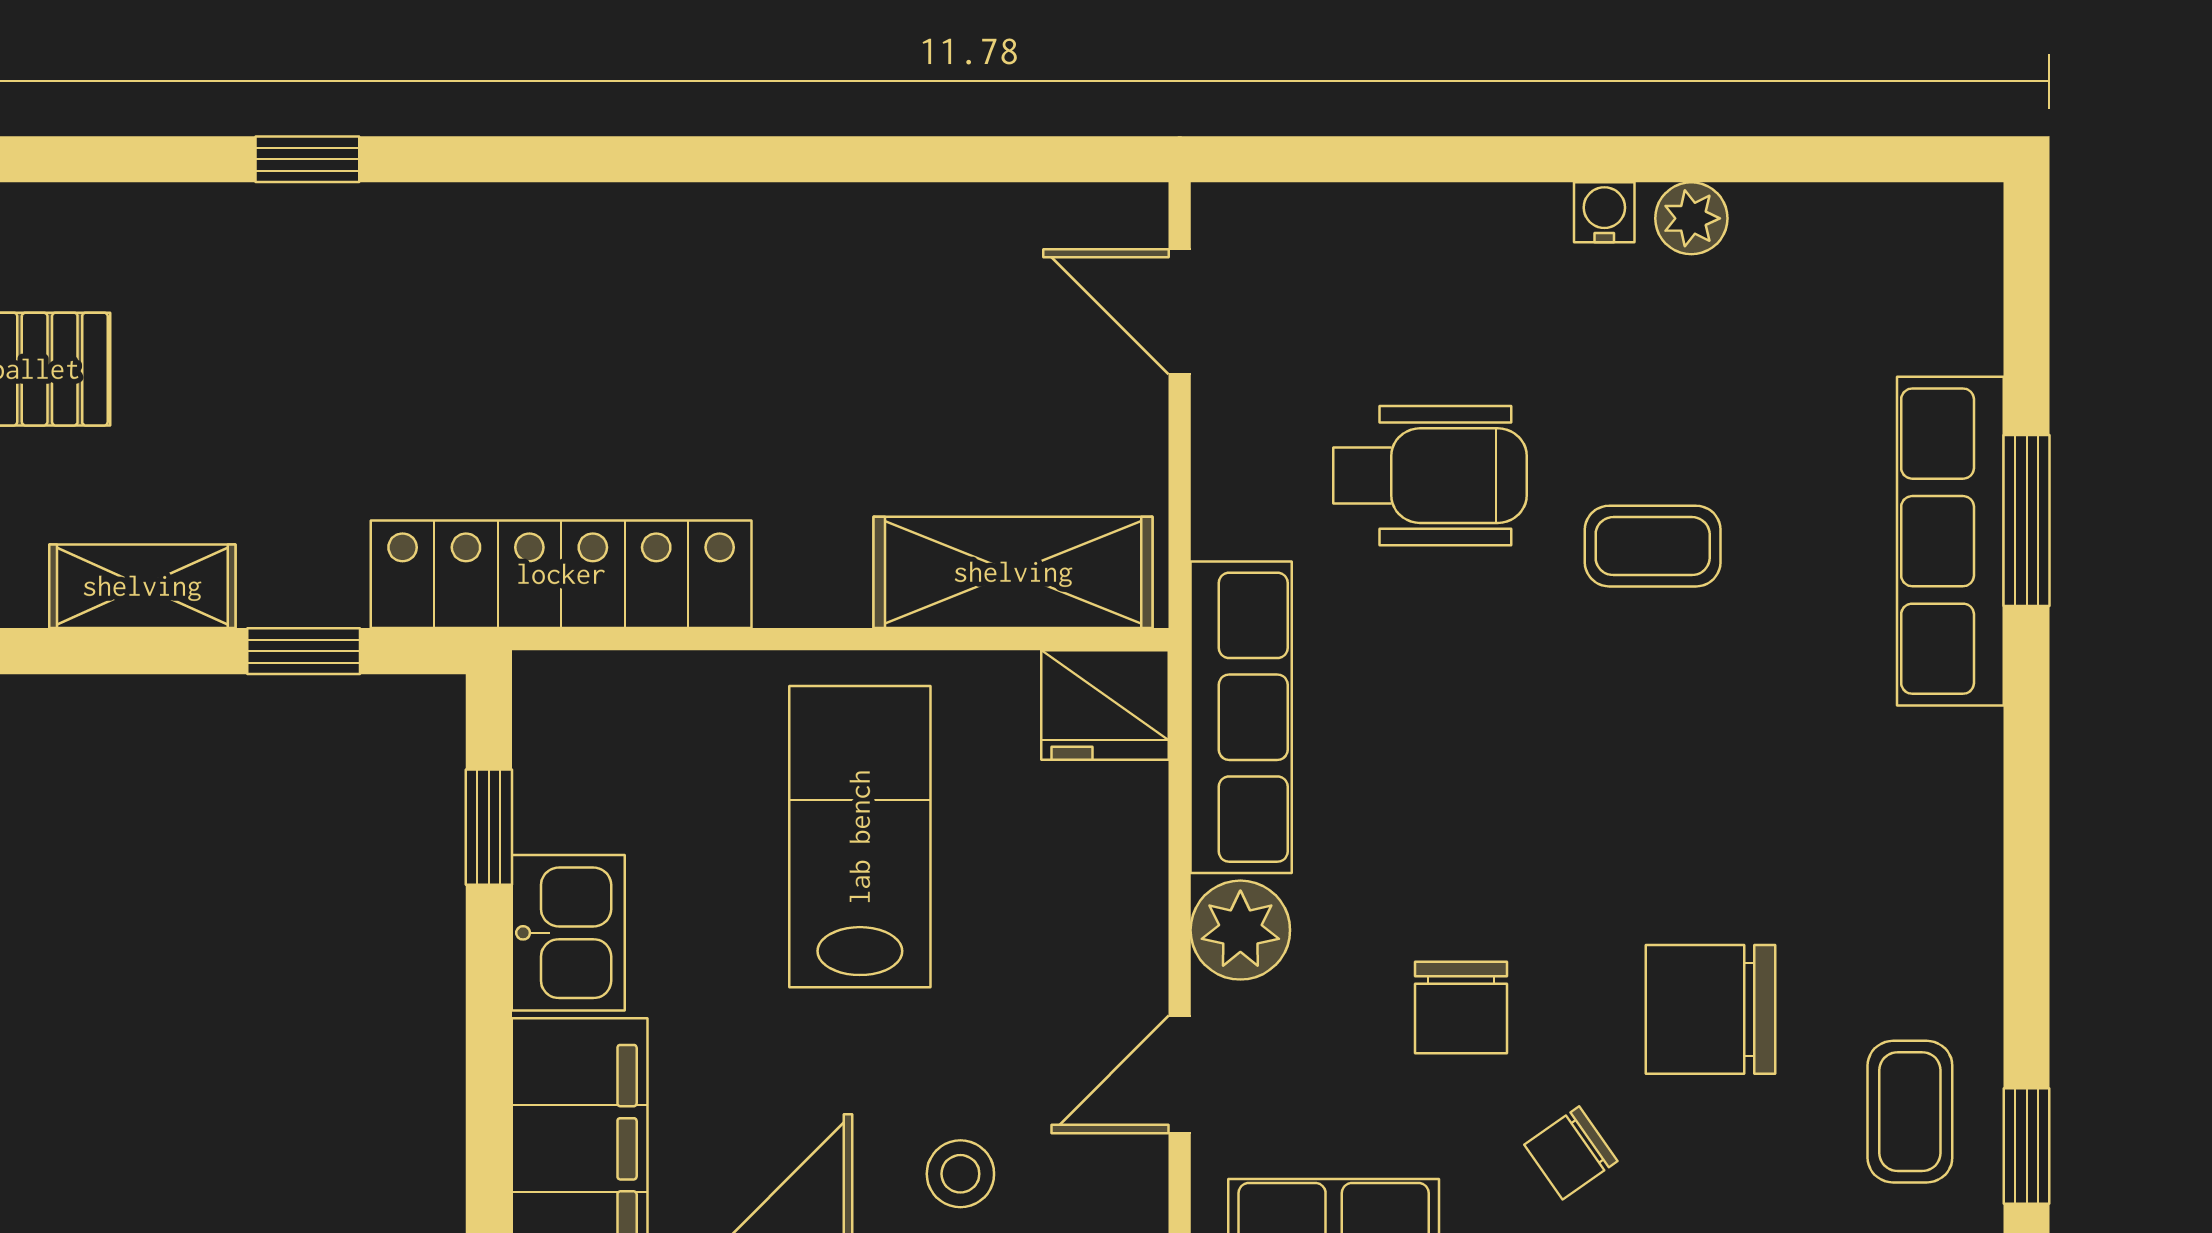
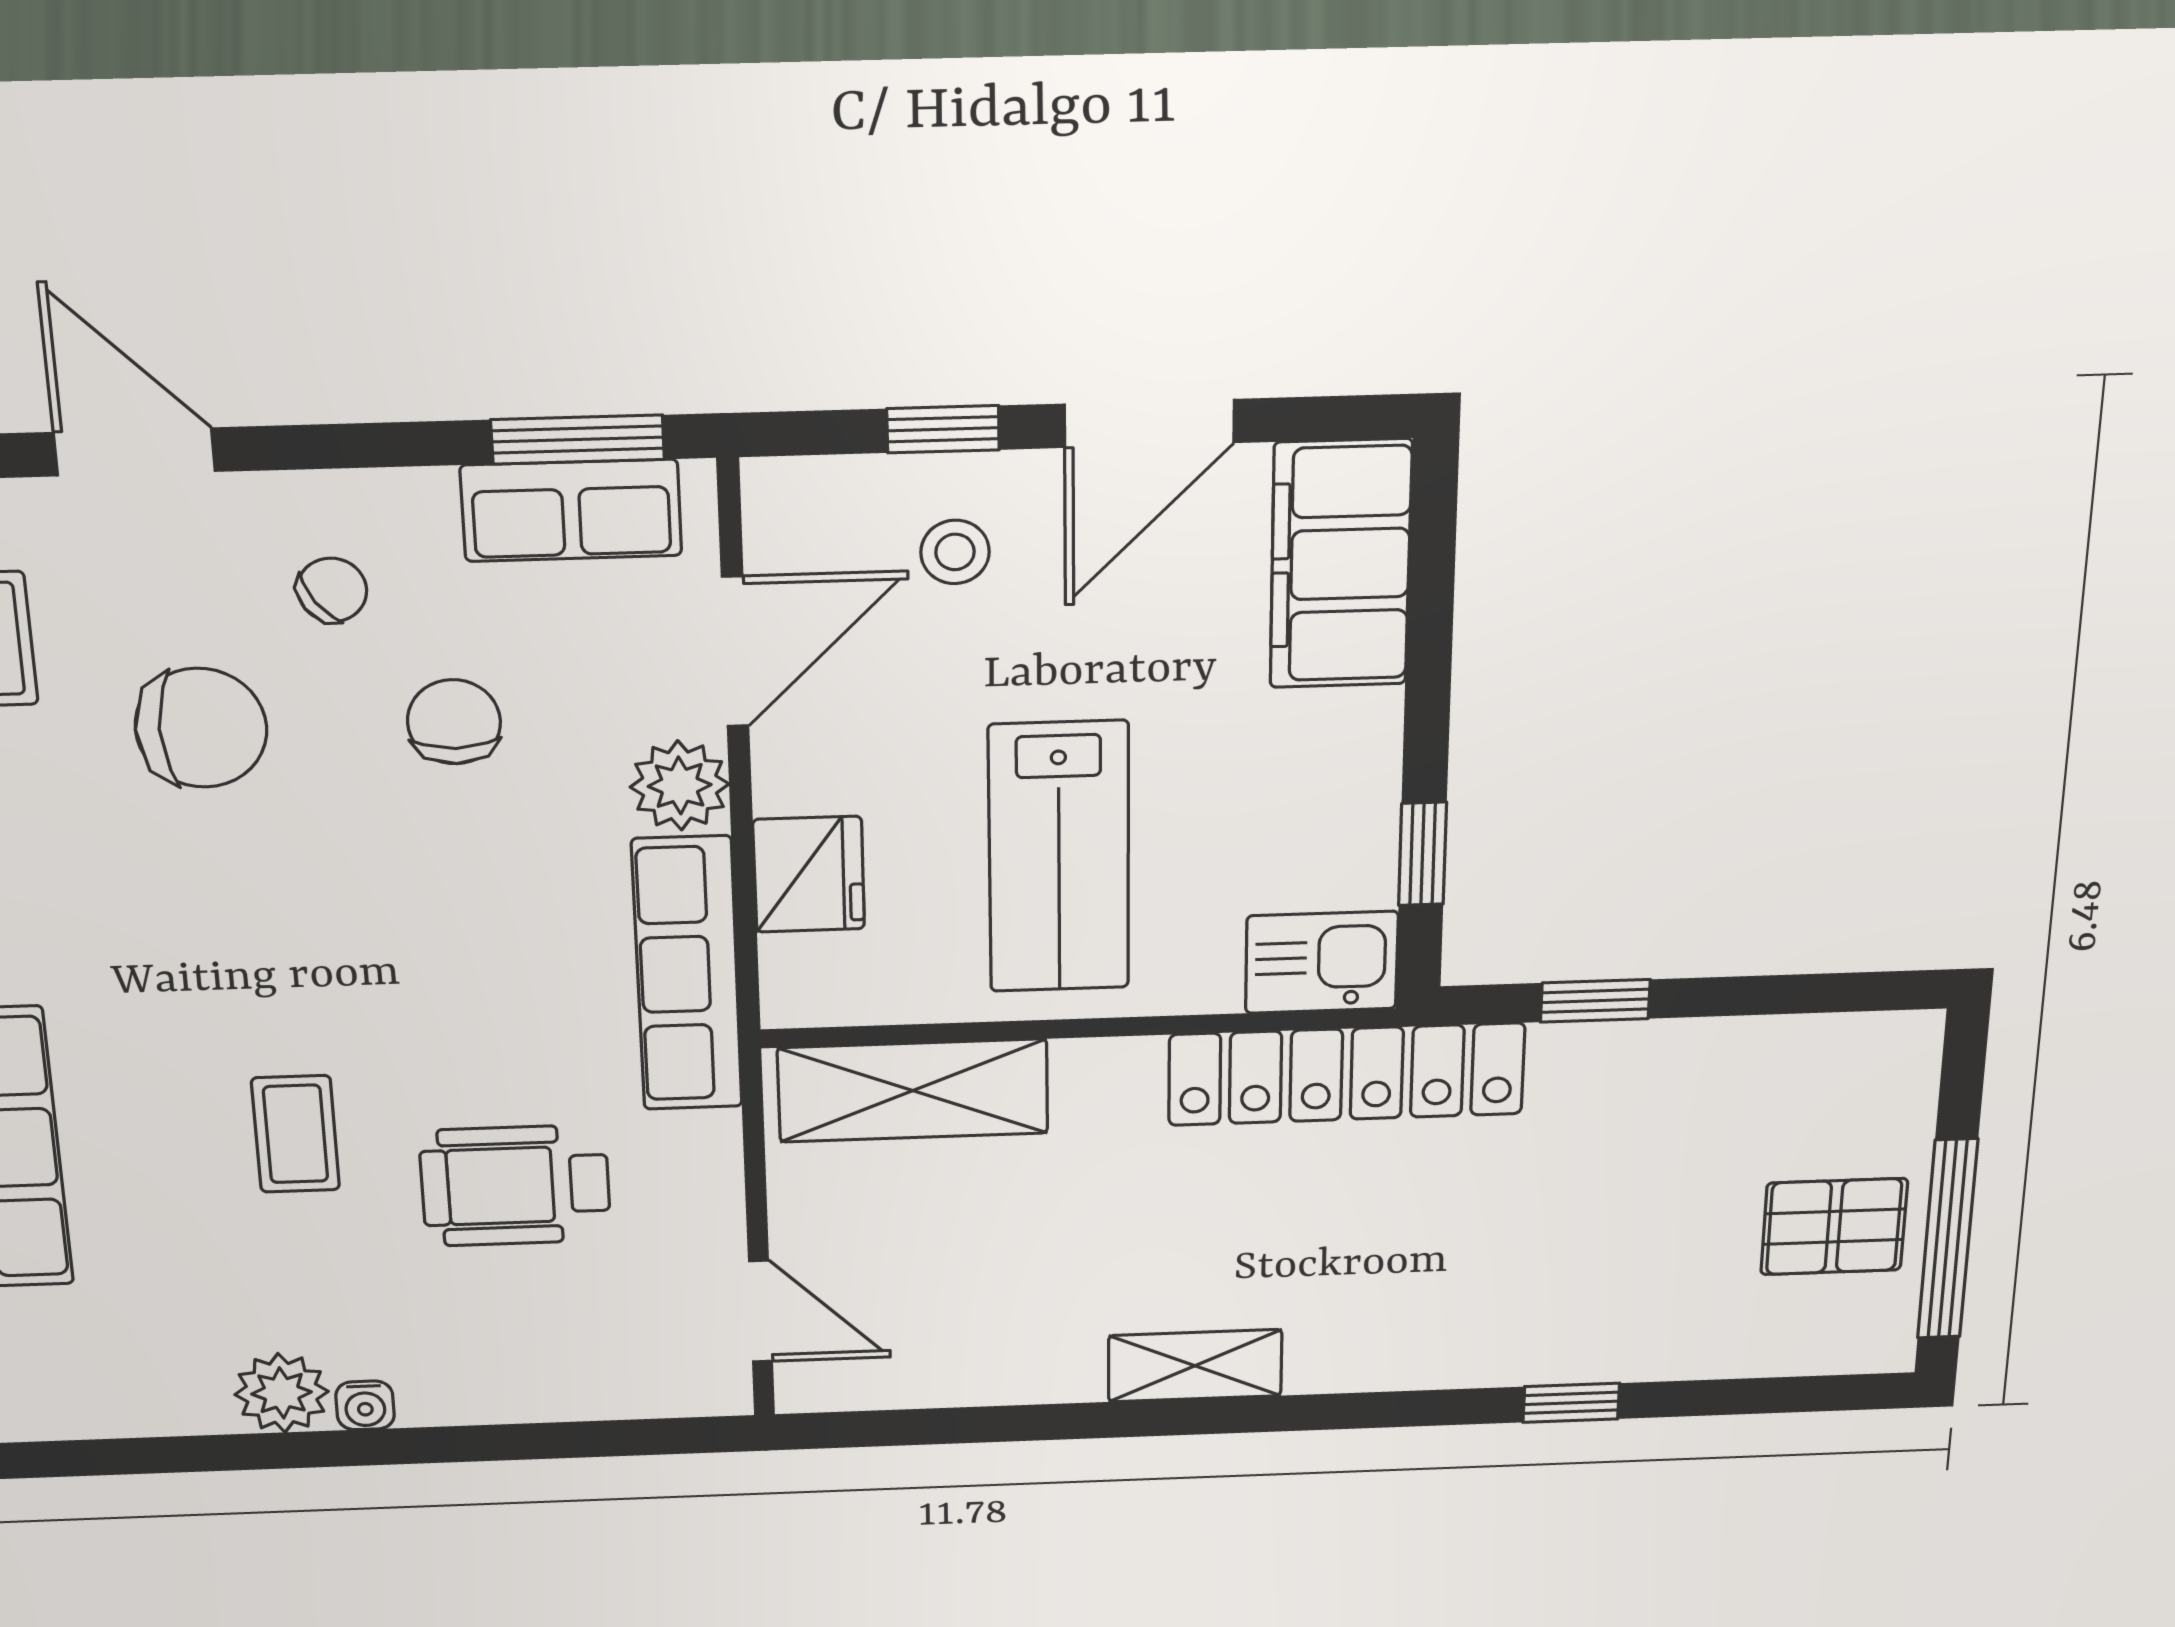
plant: (1691, 218) -> (282, 1393), width x1.38, depth x1.38
coffee table: (1653, 546) -> (296, 1134), turned 90
shelving: (142, 586) -> (1195, 1366), moved
fridge: (1105, 705) -> (809, 874), moved, turned 90
kitchen sink: (568, 933) -> (1322, 962), moved, turned 90
door: (1180, 1074) -> (735, 652), width x1.38

